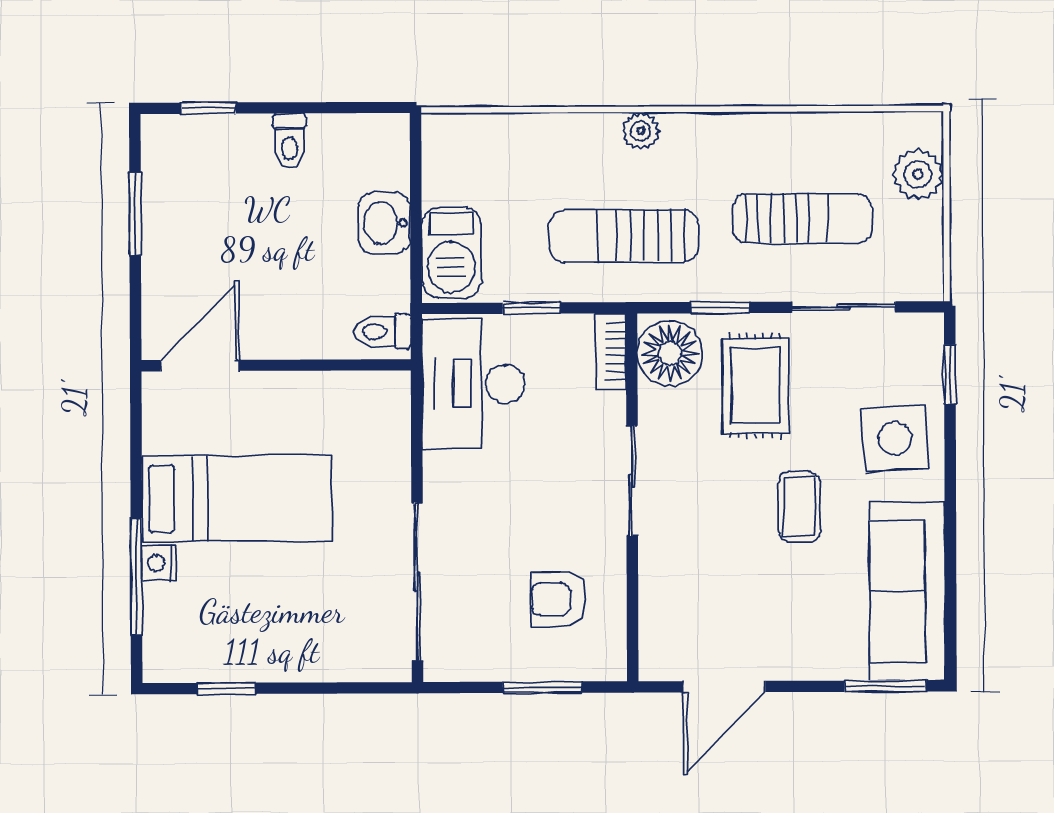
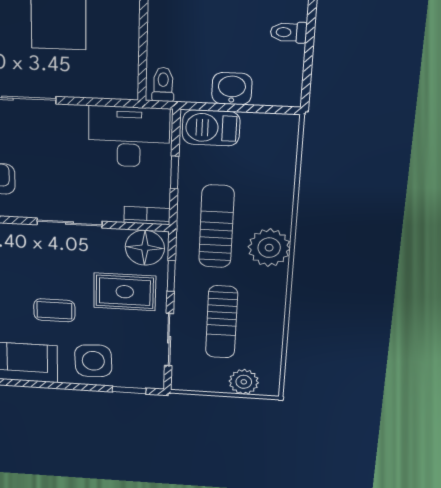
plant: (641, 131) -> (269, 248), width x1.88, depth x1.88

